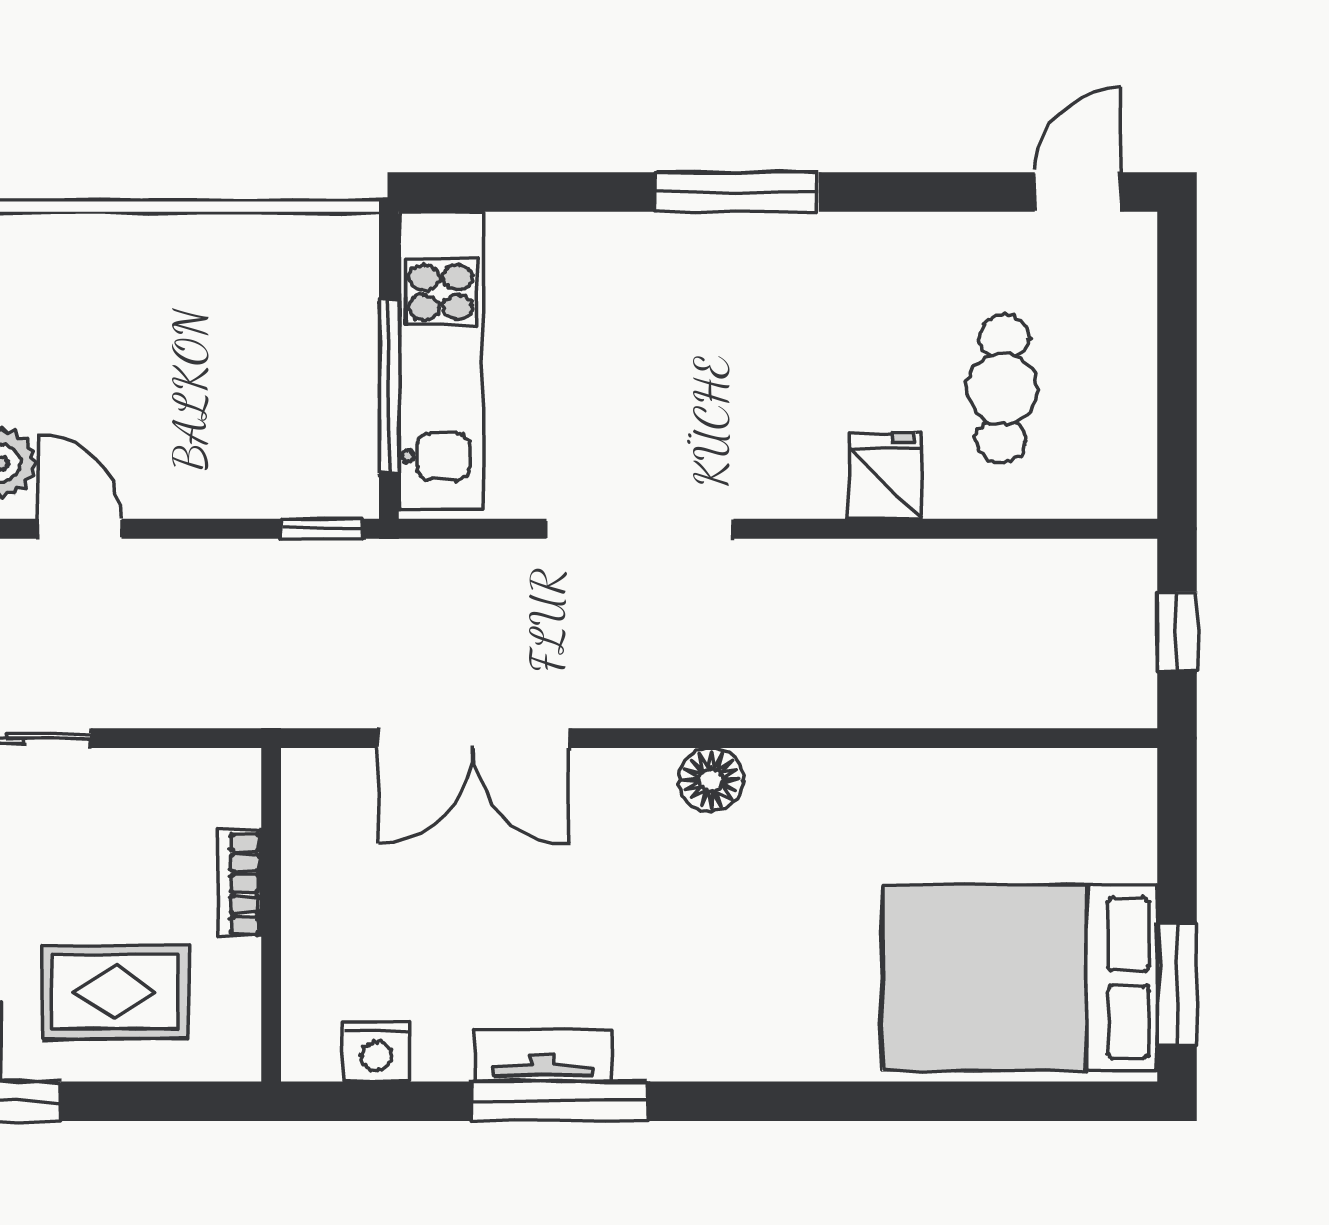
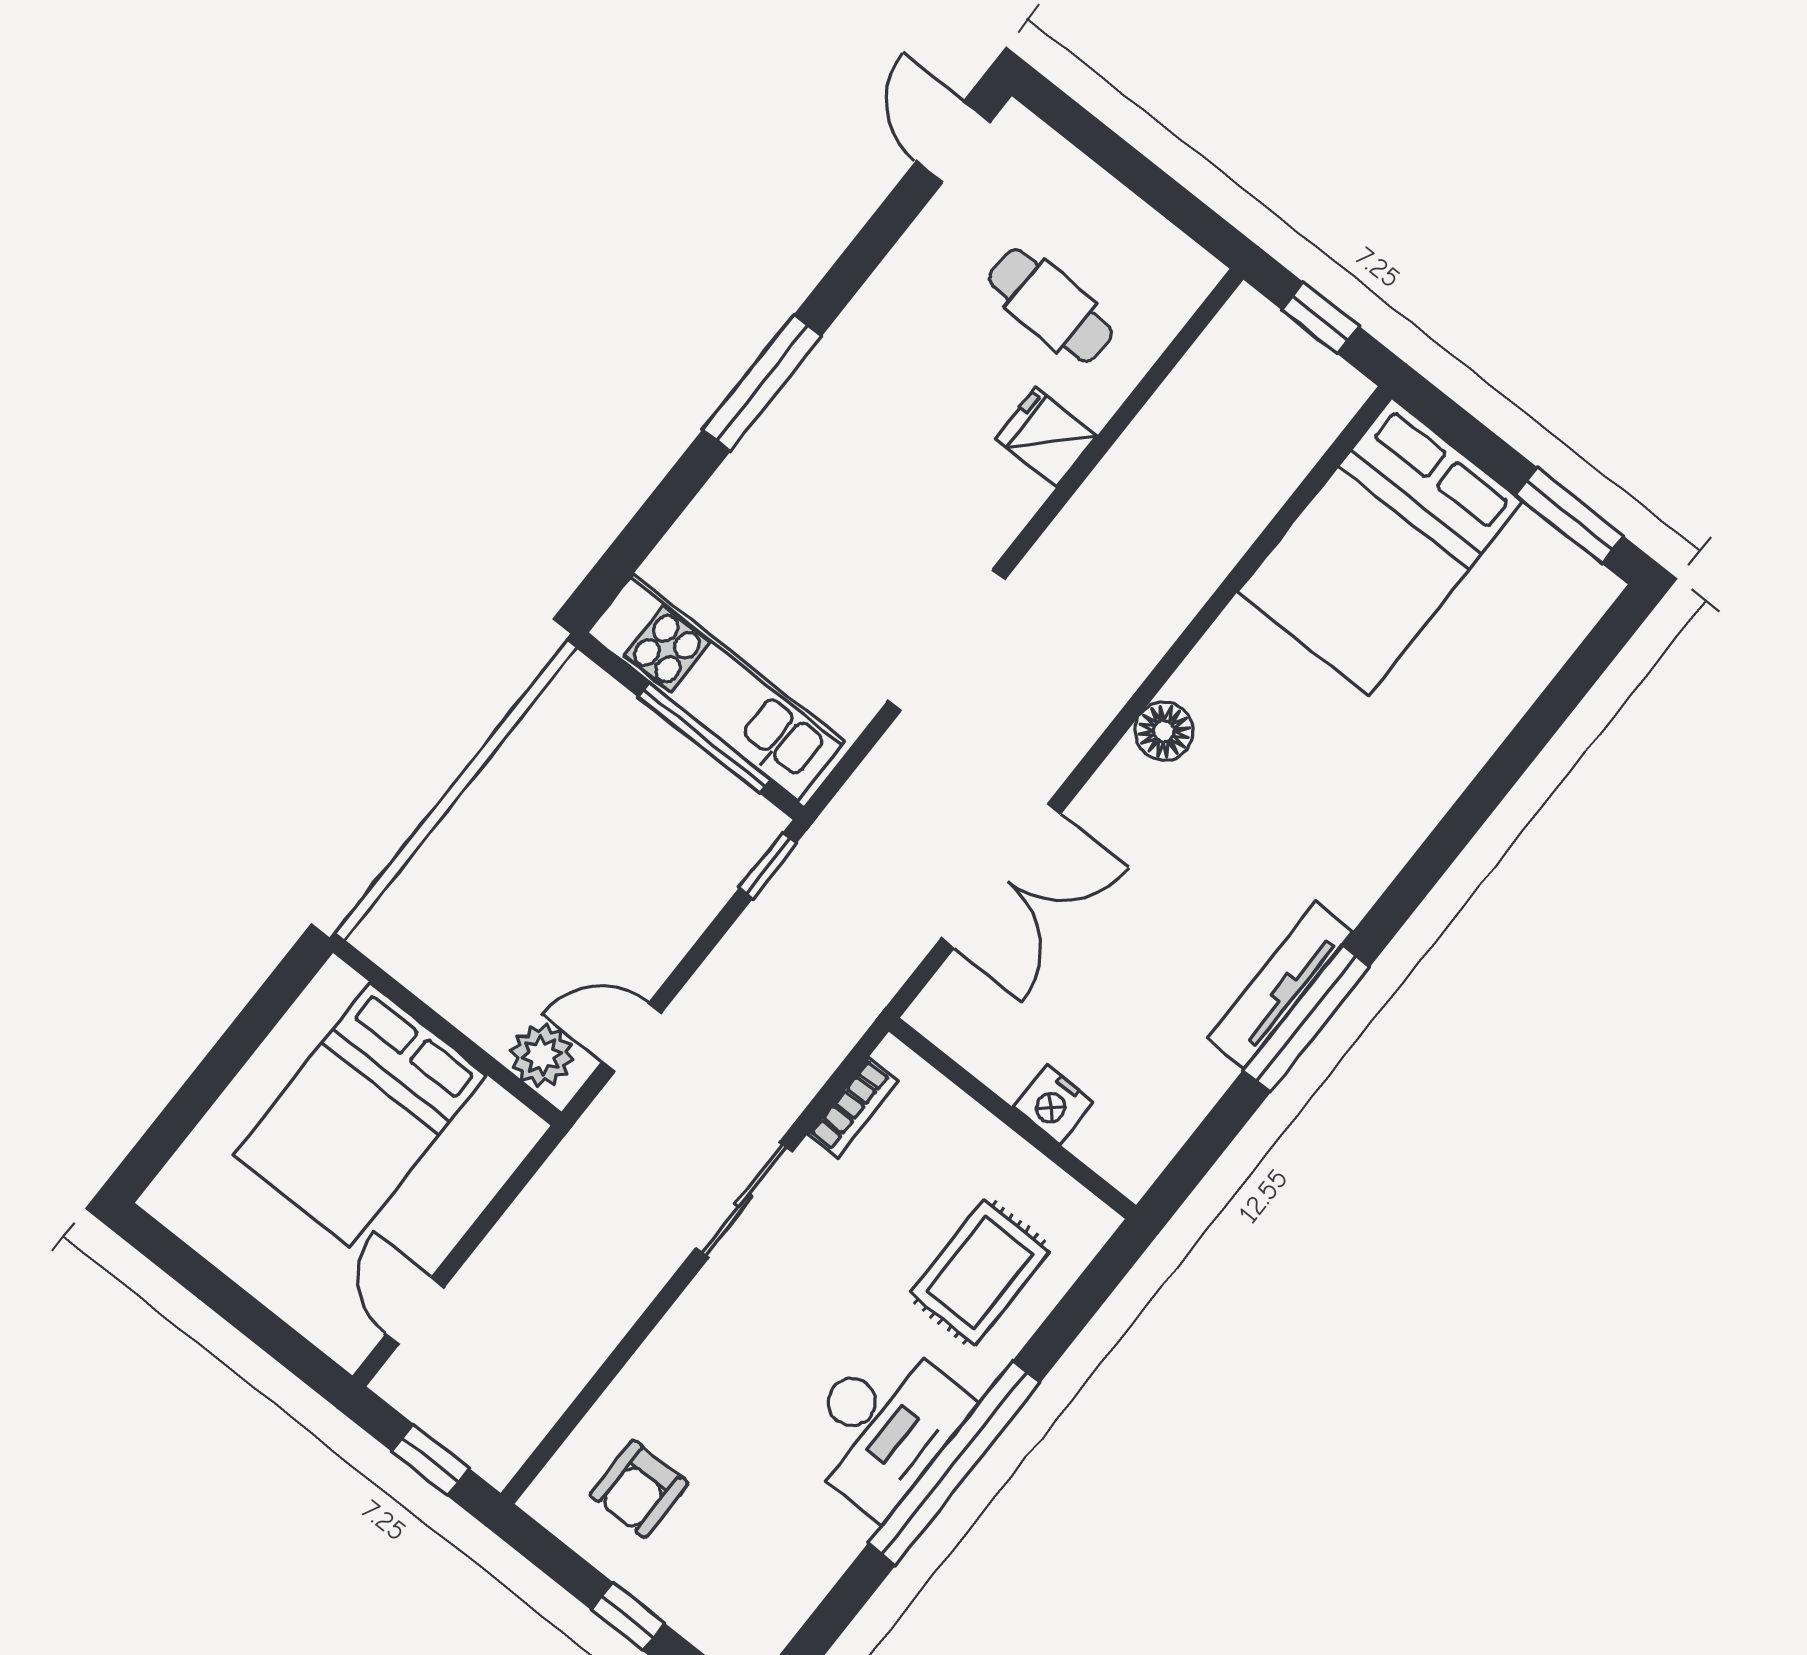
bookcase: (240, 884) -> (853, 1108), moved, turned -90
bed: (1020, 978) -> (1380, 547), moved
nightstand: (376, 1051) -> (1053, 1104), moved, turned 90
tv unit: (543, 1055) -> (1280, 985), width x1.41

